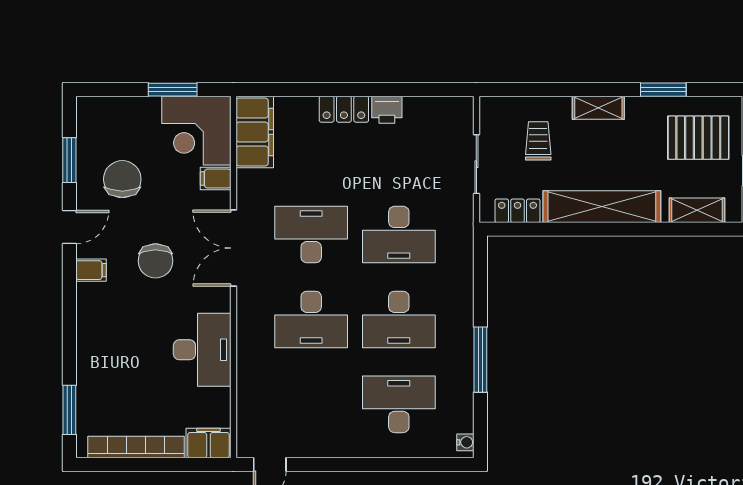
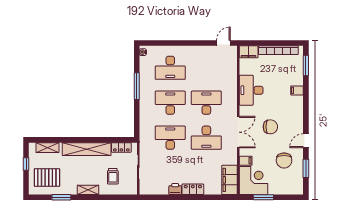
chair: (155, 261) -> (270, 127), turned 90
filing cabinet: (91, 270) -> (297, 90), moved

